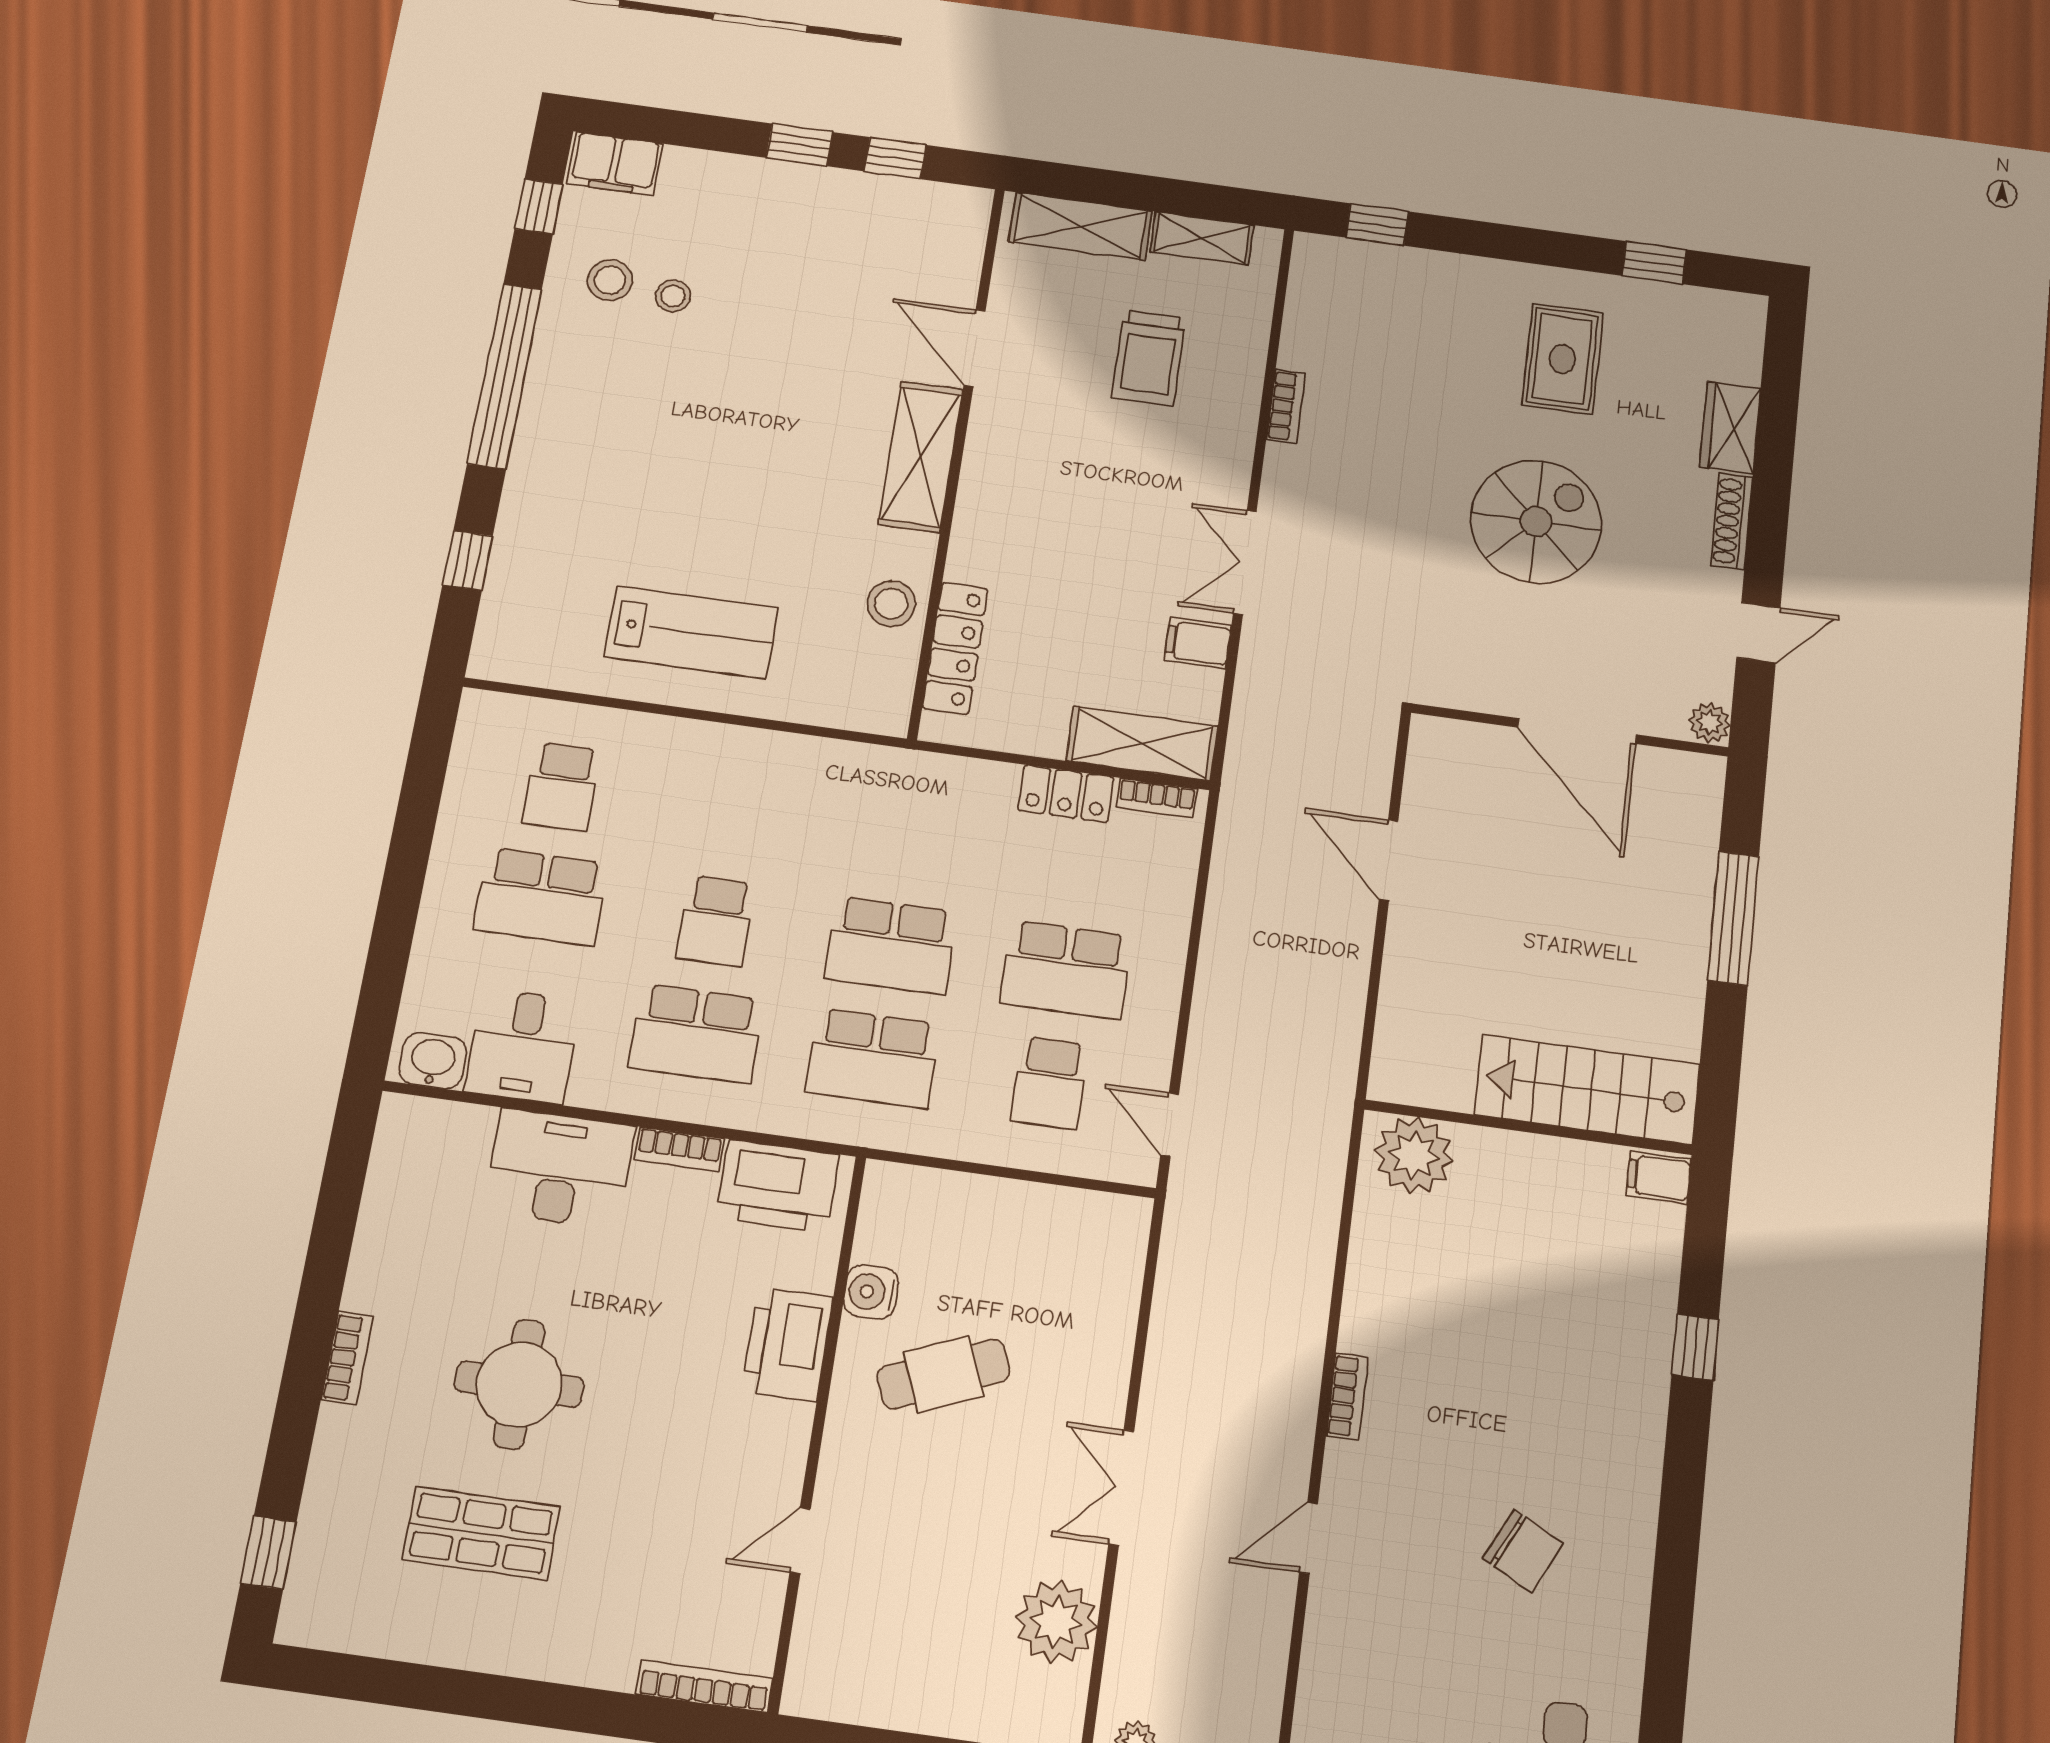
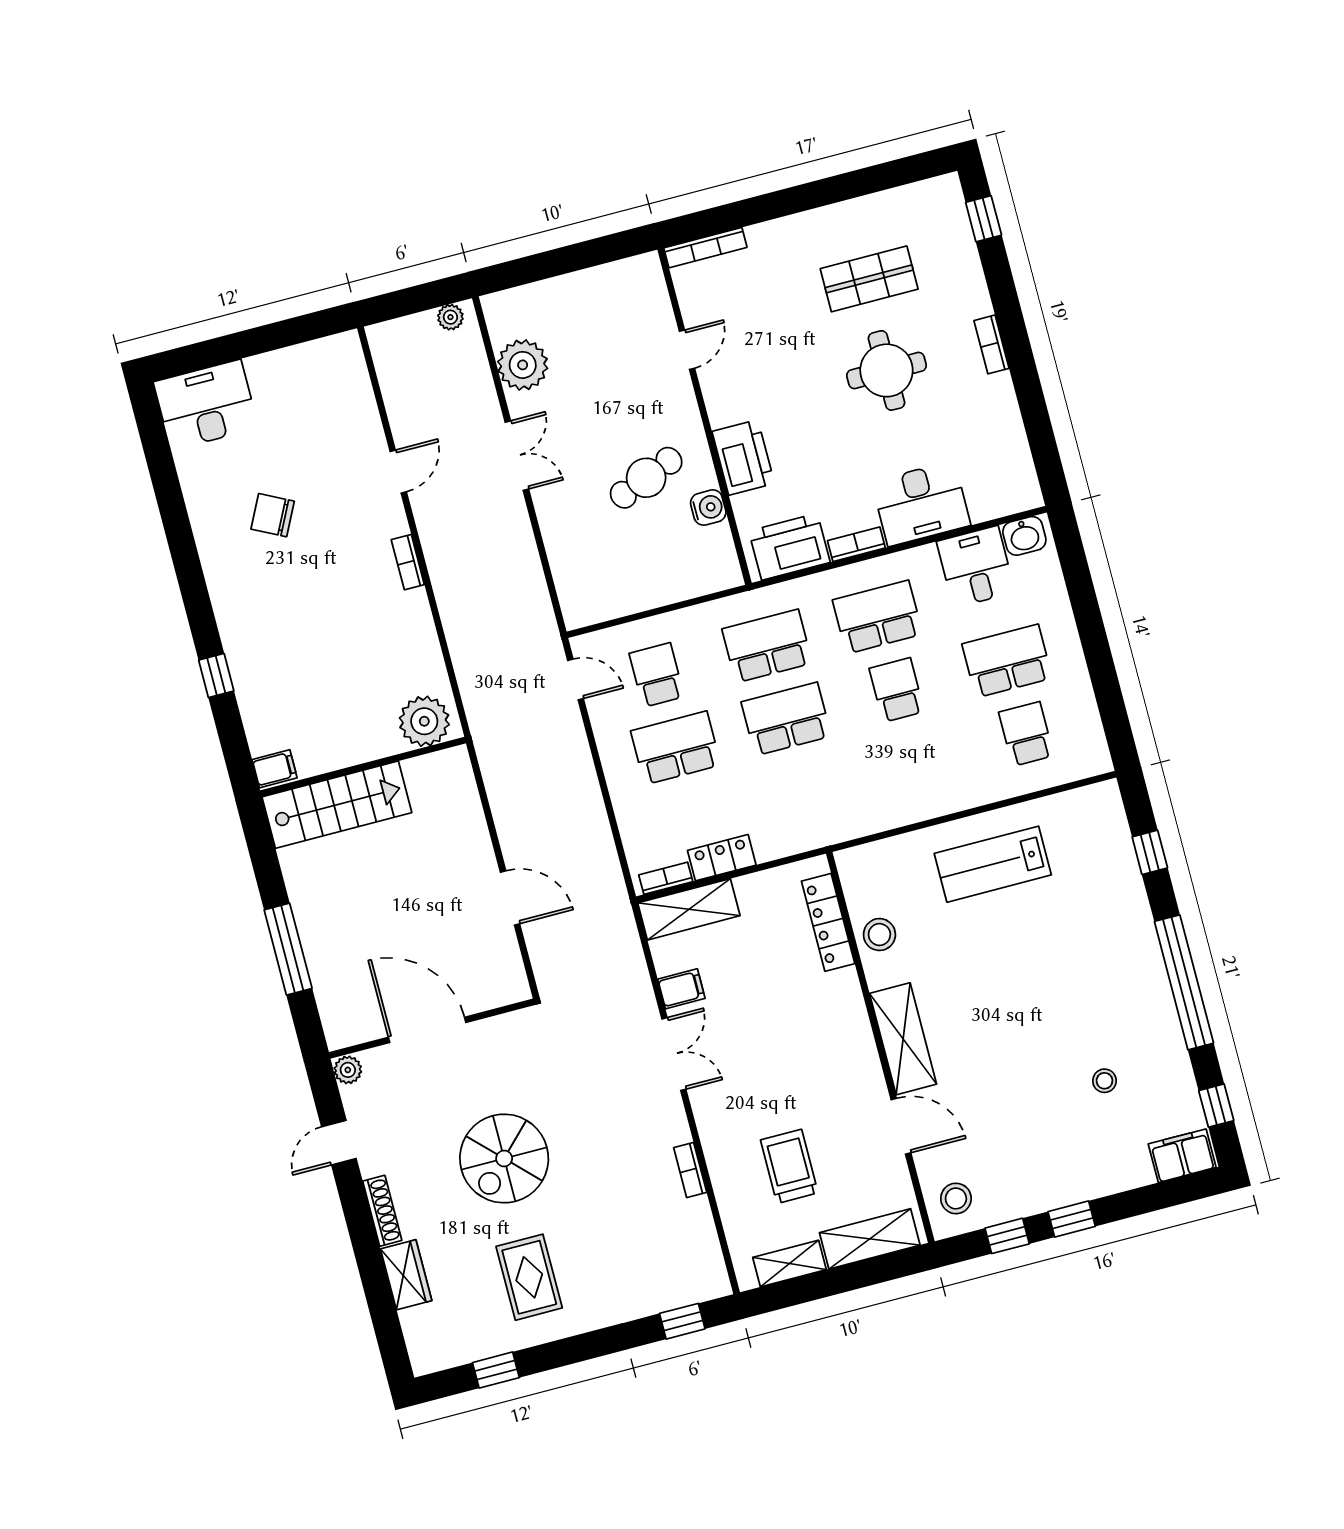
stool: (610, 280) -> (956, 1198), moved

